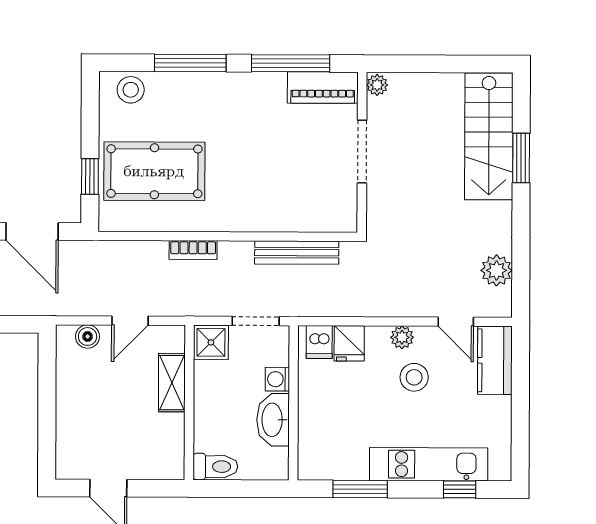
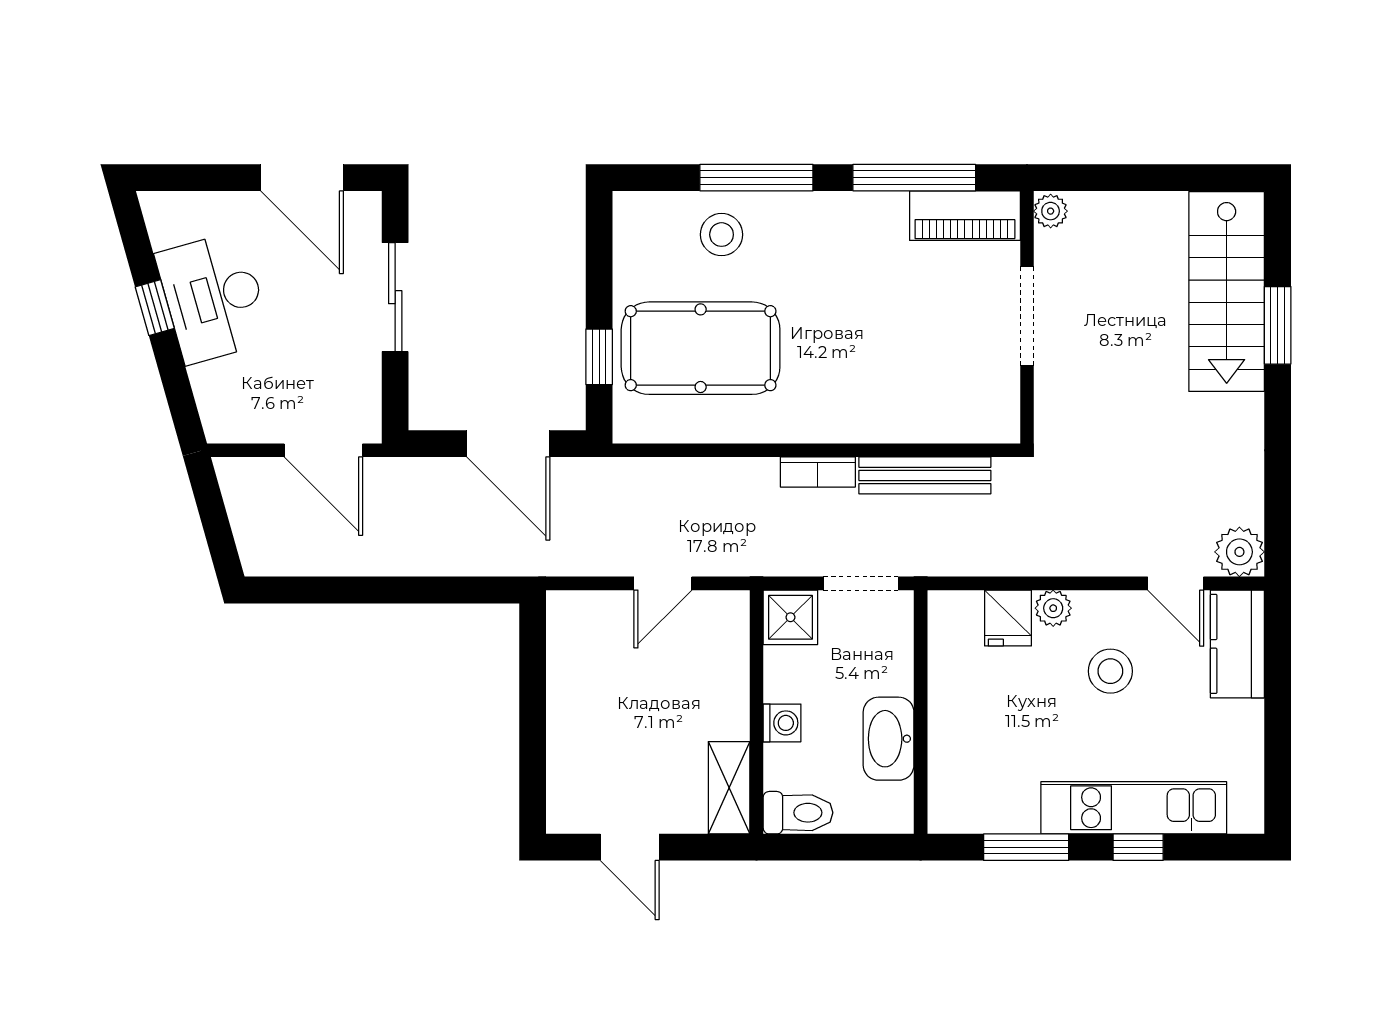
stool: (131, 90) -> (722, 235), moved
bookcase: (193, 250) -> (818, 472), moved
plant: (497, 270) -> (1239, 552), moved
boiler: (88, 336) -> (596, 609), removed
plant: (402, 337) -> (1053, 608), moved
dishwasher: (319, 342) -> (961, 616), removed
washing machine: (277, 379) -> (782, 723), moved, turned 180
shelving: (172, 383) -> (729, 788), moved
window: (460, 489) -> (1138, 847), moved

